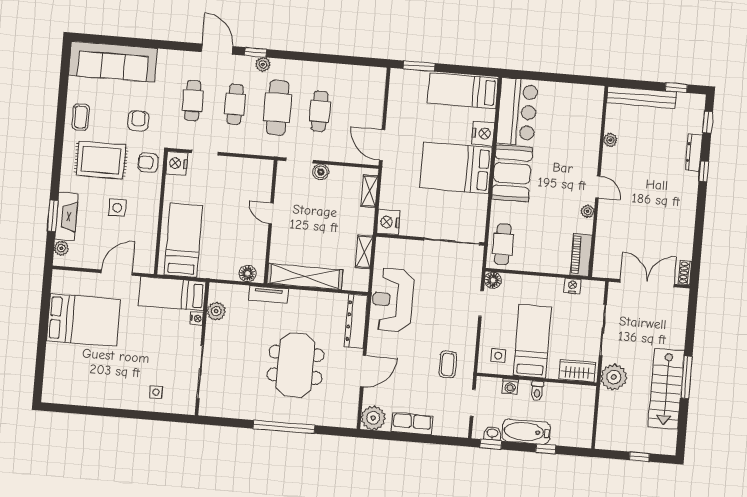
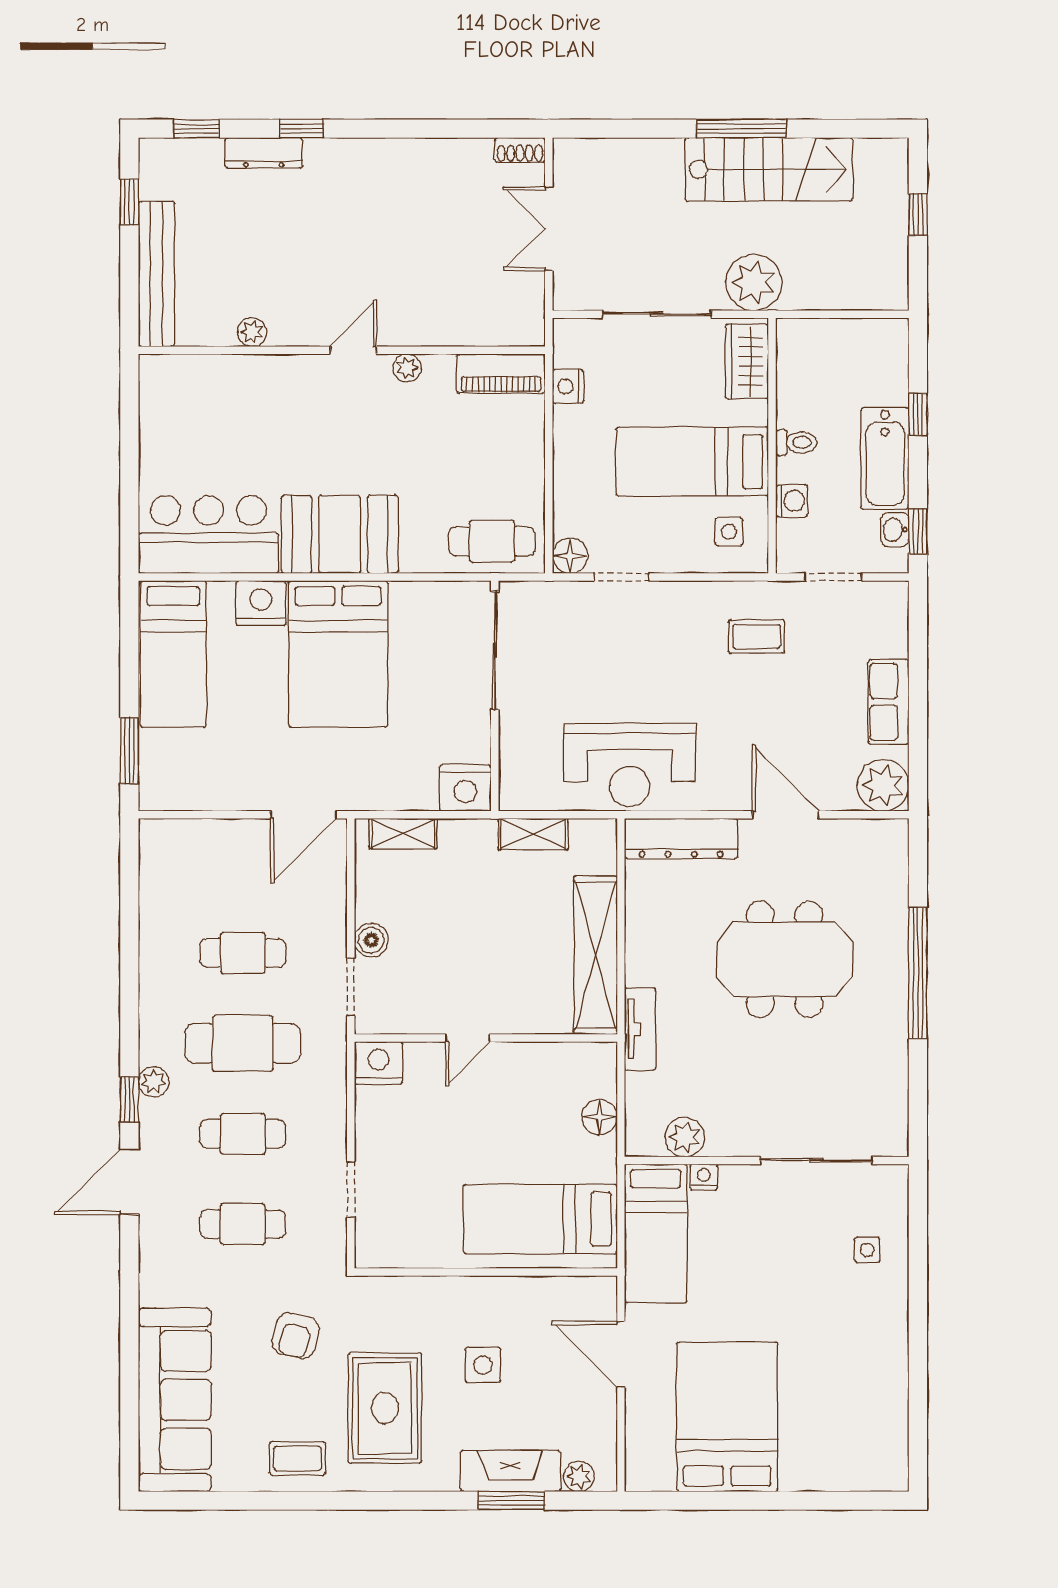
armchair: (138, 121) -> (296, 1336), turned -76
armchair: (148, 163) -> (382, 1308), removed
nightstand: (177, 163) -> (378, 1063), moved, turned 180
floor lamp: (248, 274) -> (600, 1117), moved
double door: (647, 283) -> (549, 229), width x0.73

